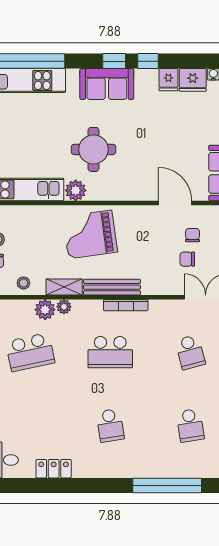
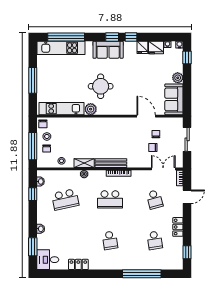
grand piano: (90, 234) -> (99, 134), removed
plant: (45, 310) -> (74, 176), removed

